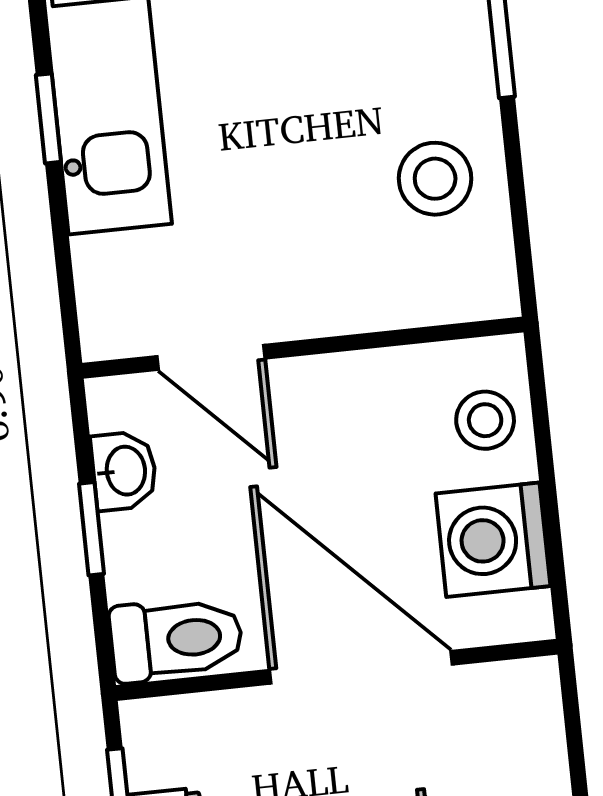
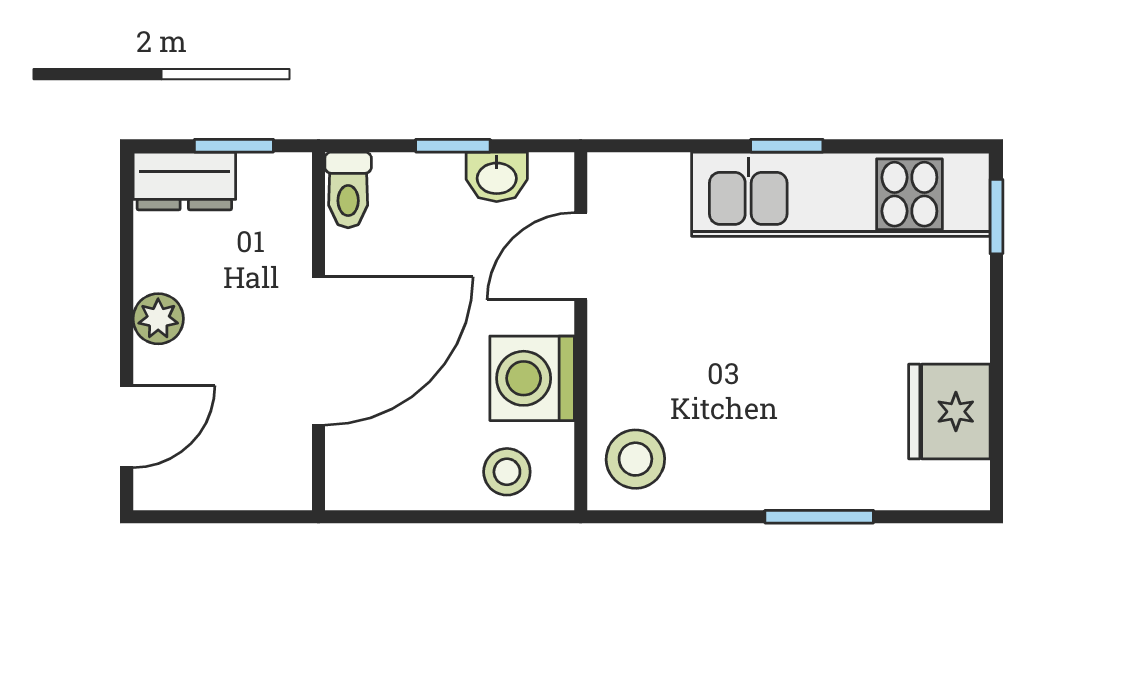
stool: (435, 179) -> (635, 459), moved
washing machine: (493, 540) -> (532, 378), moved, turned -90
toilet: (176, 639) -> (348, 190), width x0.73, depth x0.72

